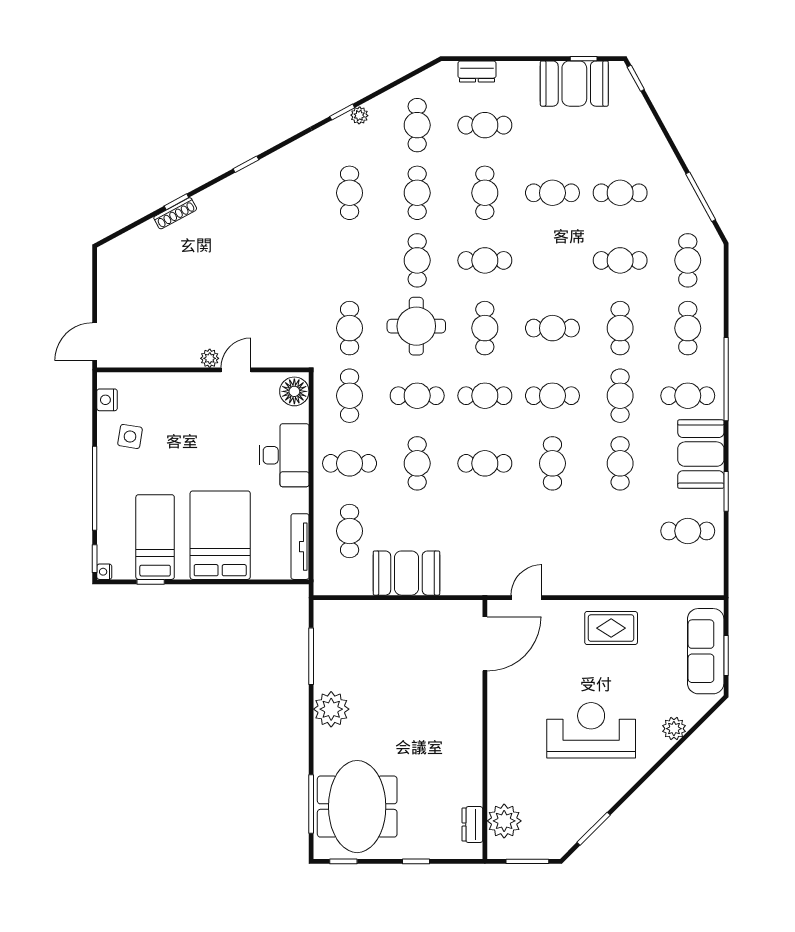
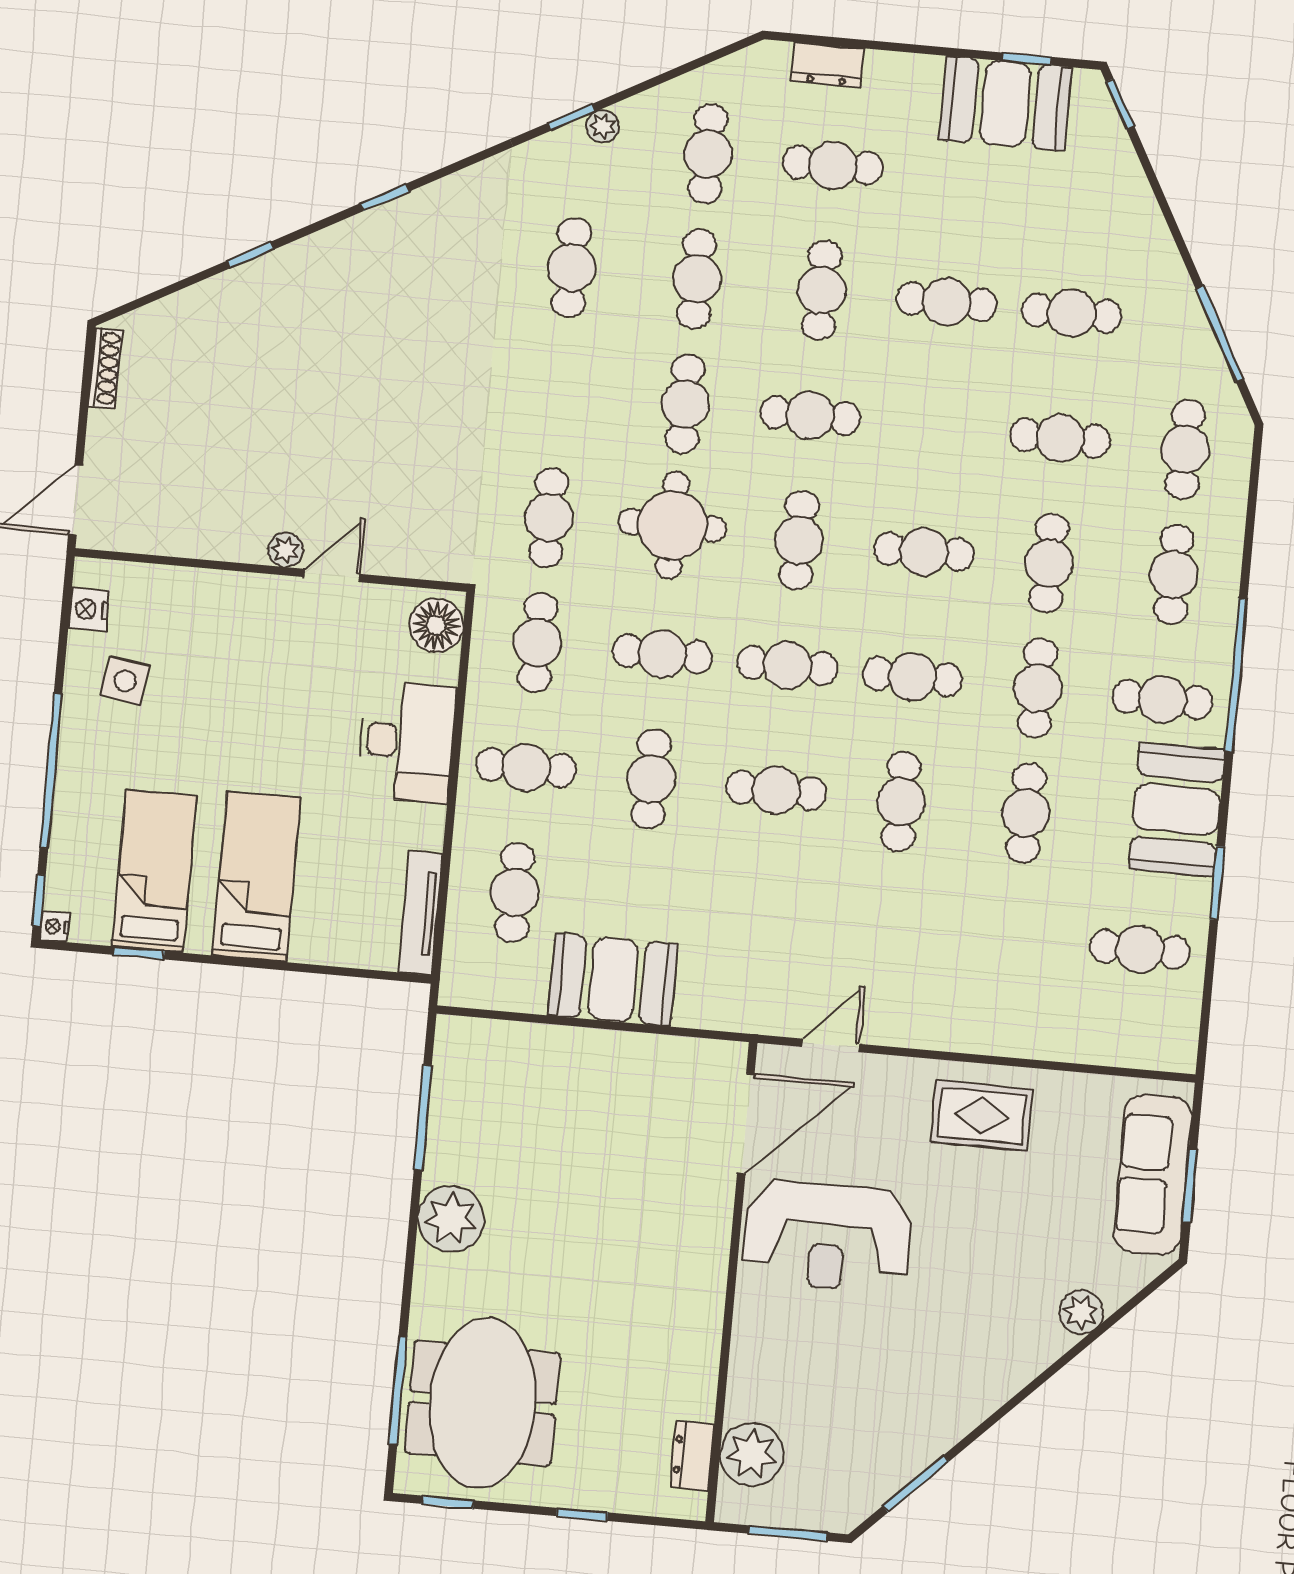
shoe rack: (175, 213) -> (105, 368), moved, turned -62
bed: (220, 535) -> (257, 877), width x0.67
reception desk: (591, 730) -> (828, 1236), moved, turned 180

